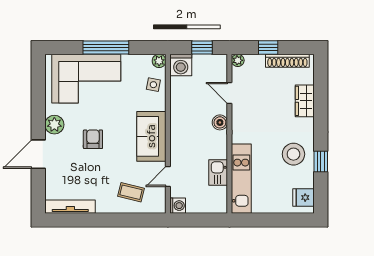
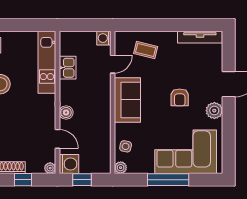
washing machine: (181, 65) -> (69, 164), moved, turned 90

